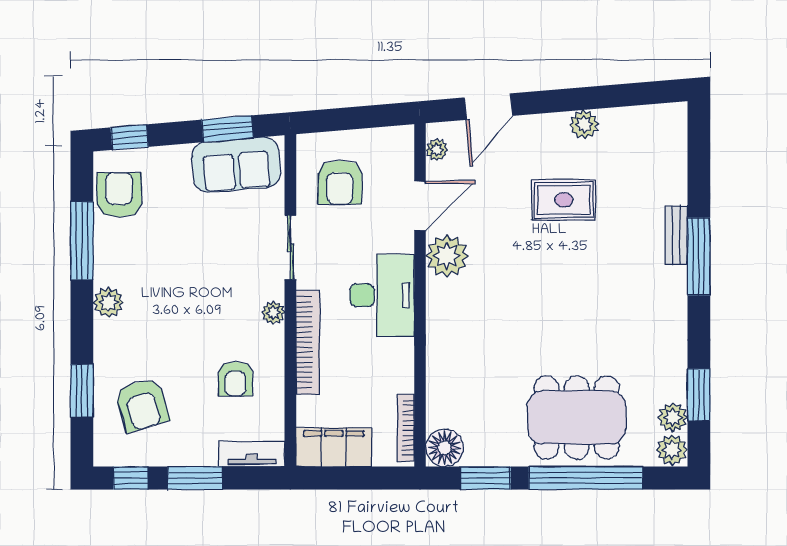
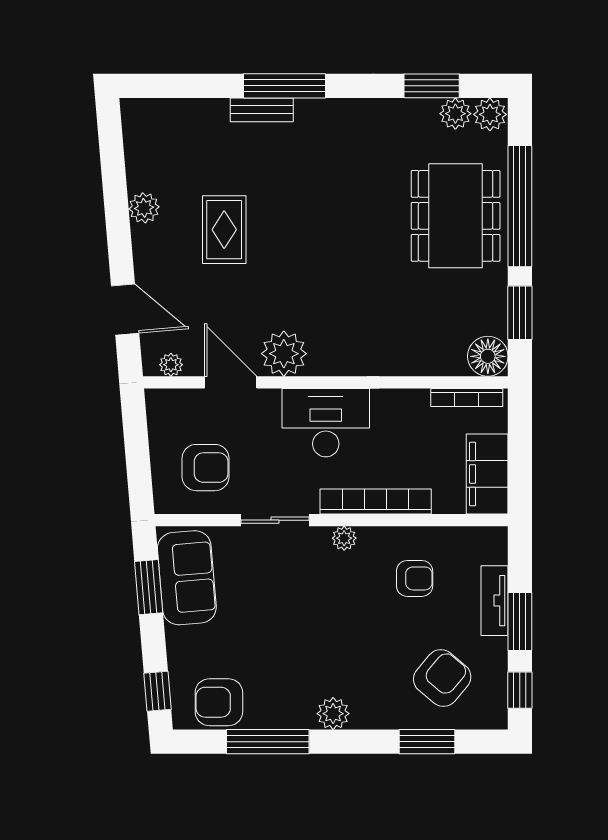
armchair: (142, 405) -> (442, 678), turned -33
tv unit: (252, 454) -> (495, 601), moved

